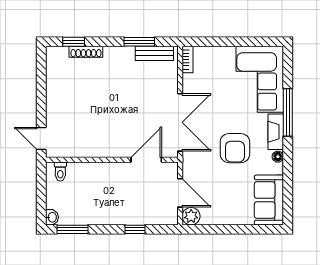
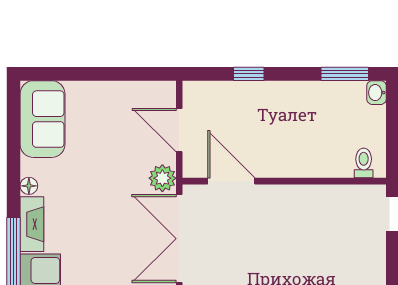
armchair: (235, 148) -> (95, 199), removed
door: (146, 160) -> (231, 181), swing flipped
plant: (191, 216) -> (162, 178), moved

